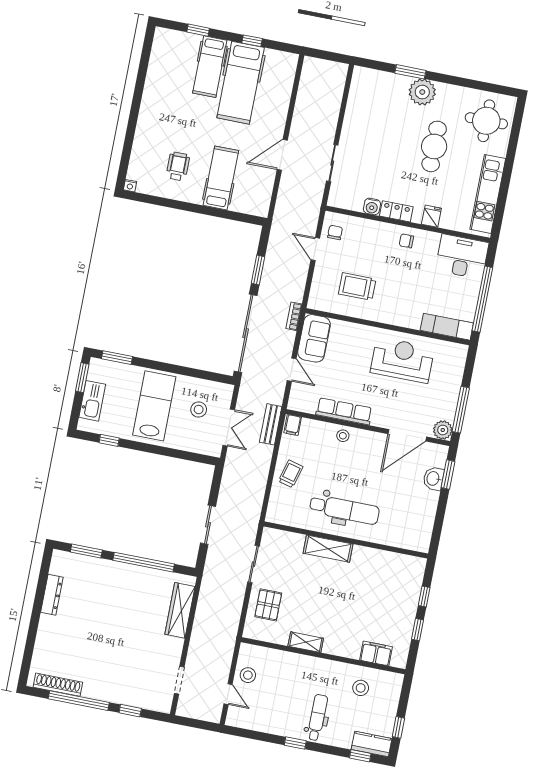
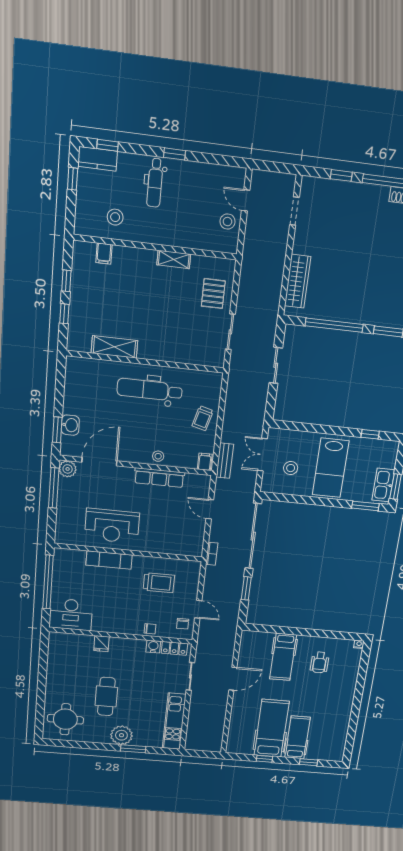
kitchen unit: (488, 194) -> (174, 721), moved, turned 180
locker: (396, 211) -> (174, 648), moved
chair: (406, 241) -> (150, 629), moved
exam couch: (447, 327) -> (109, 560), moved
sofa: (314, 338) -> (192, 537), removed
kitchen sink: (92, 401) -> (383, 485), moved
shelving: (328, 549) -> (114, 347), moved
filing cabinet: (376, 653) -> (104, 254), width x0.50

